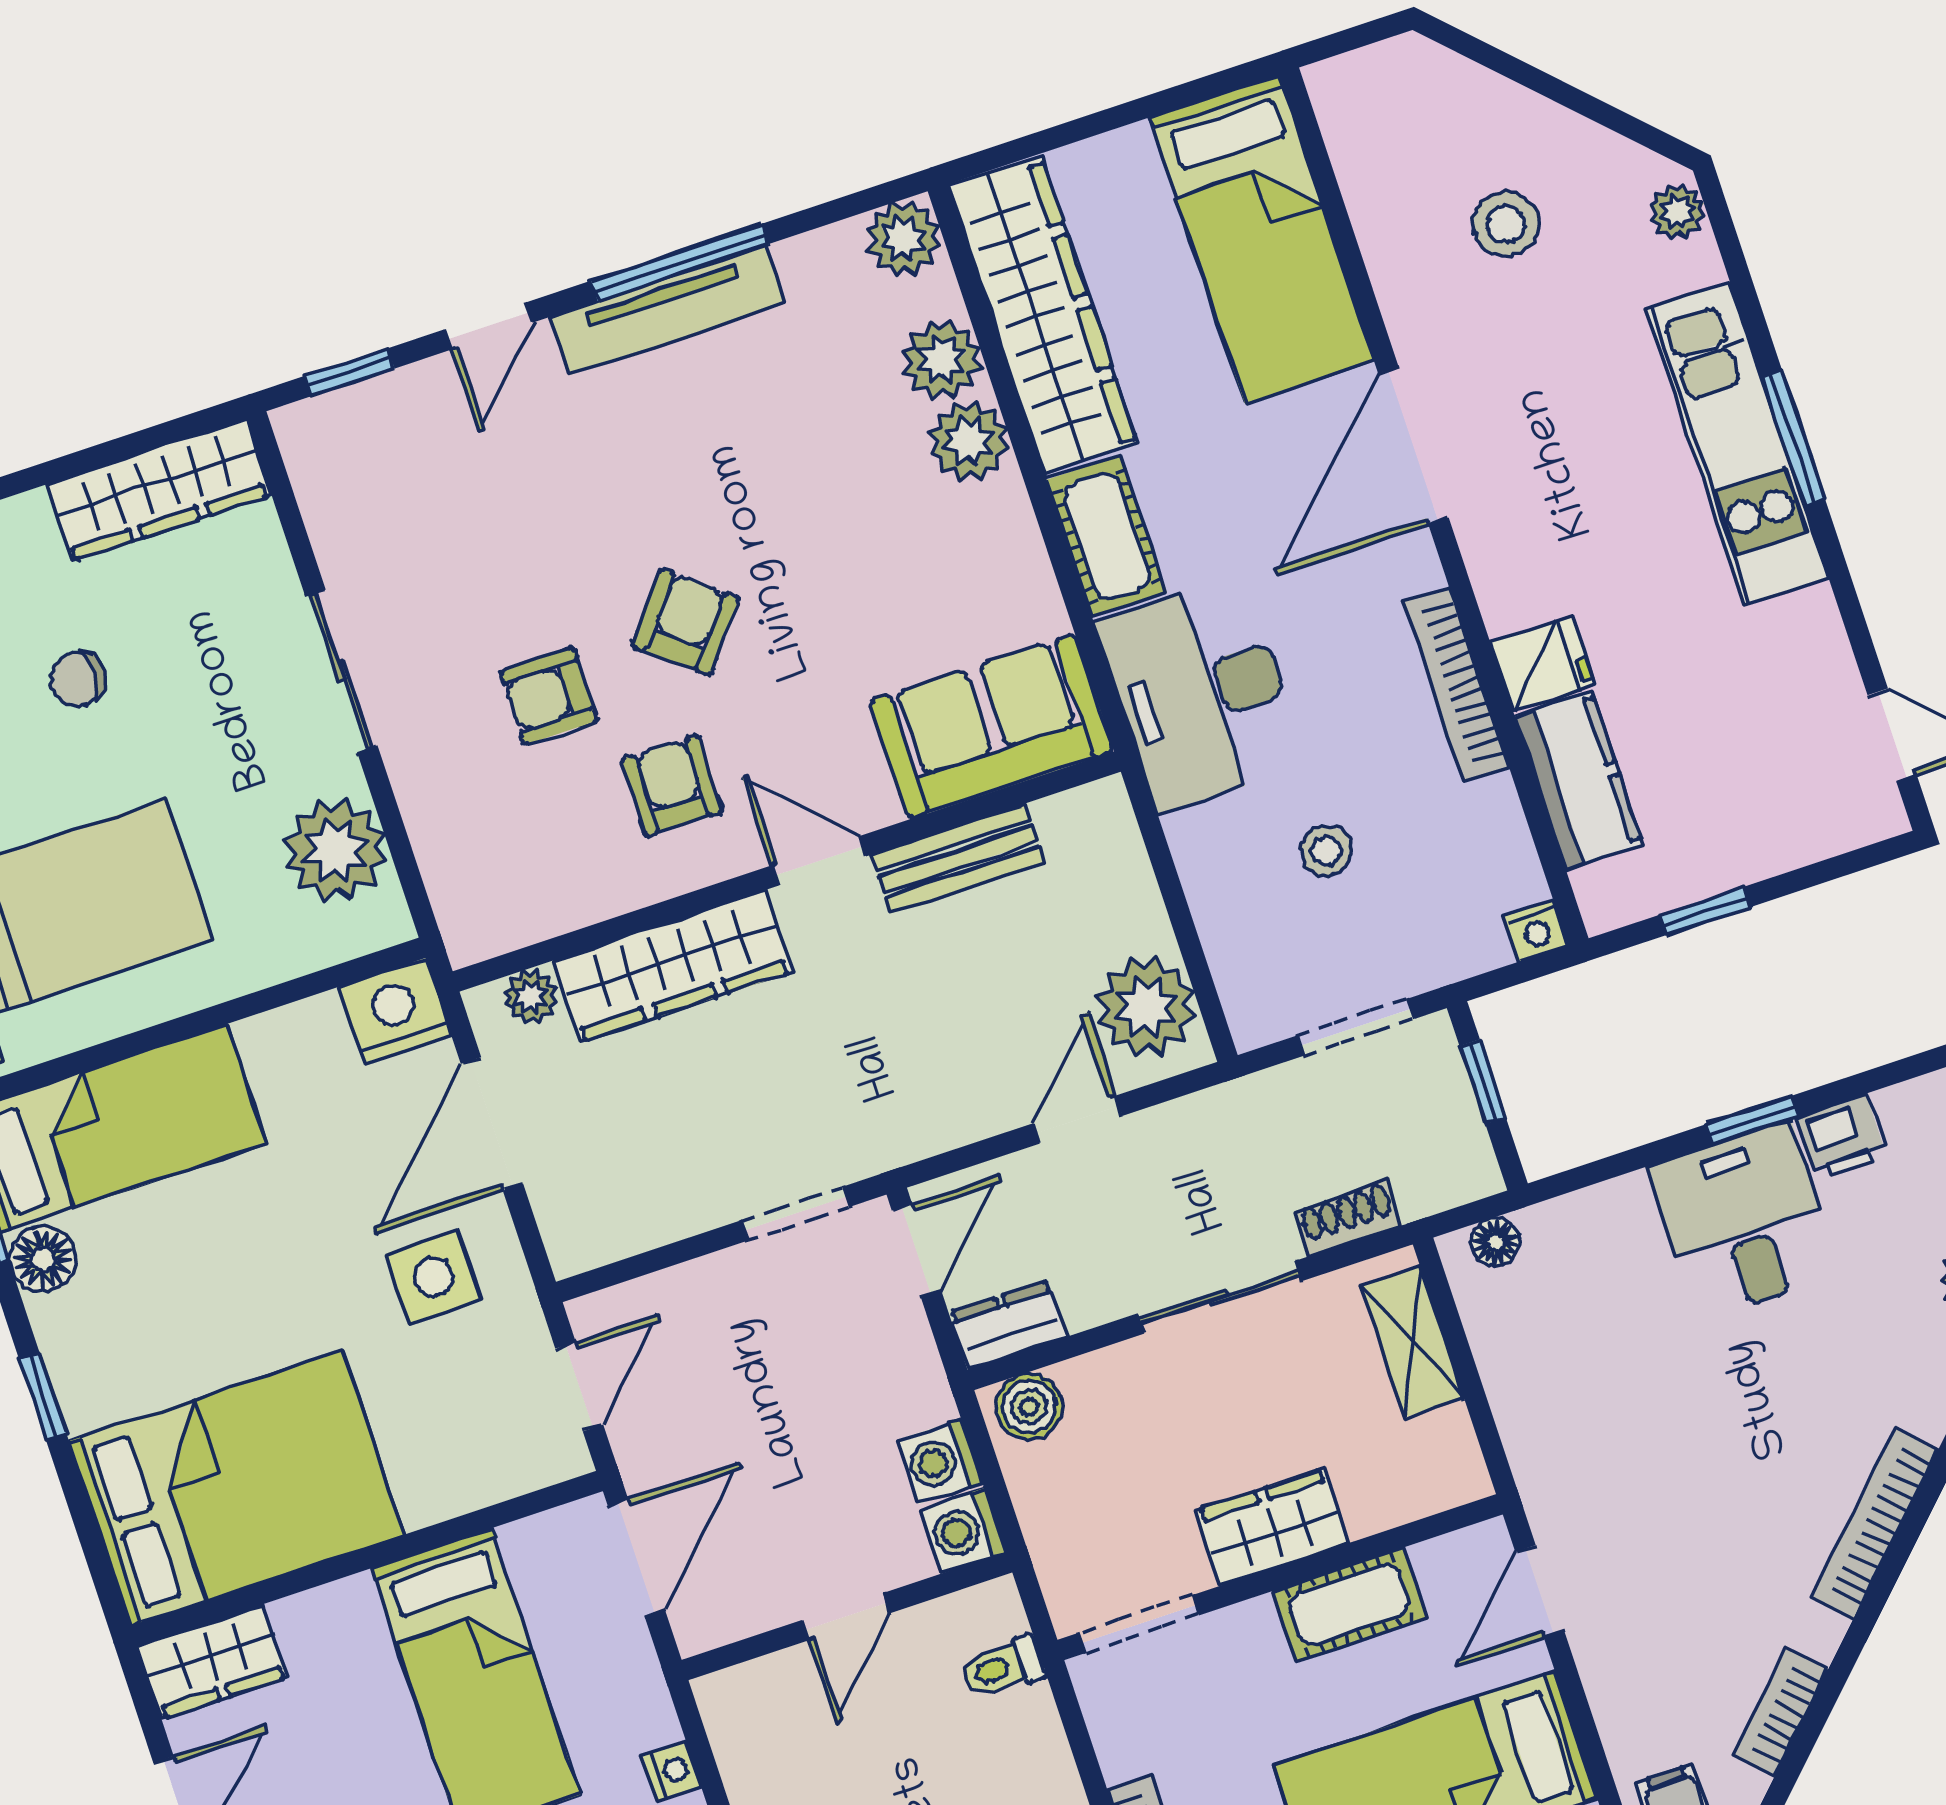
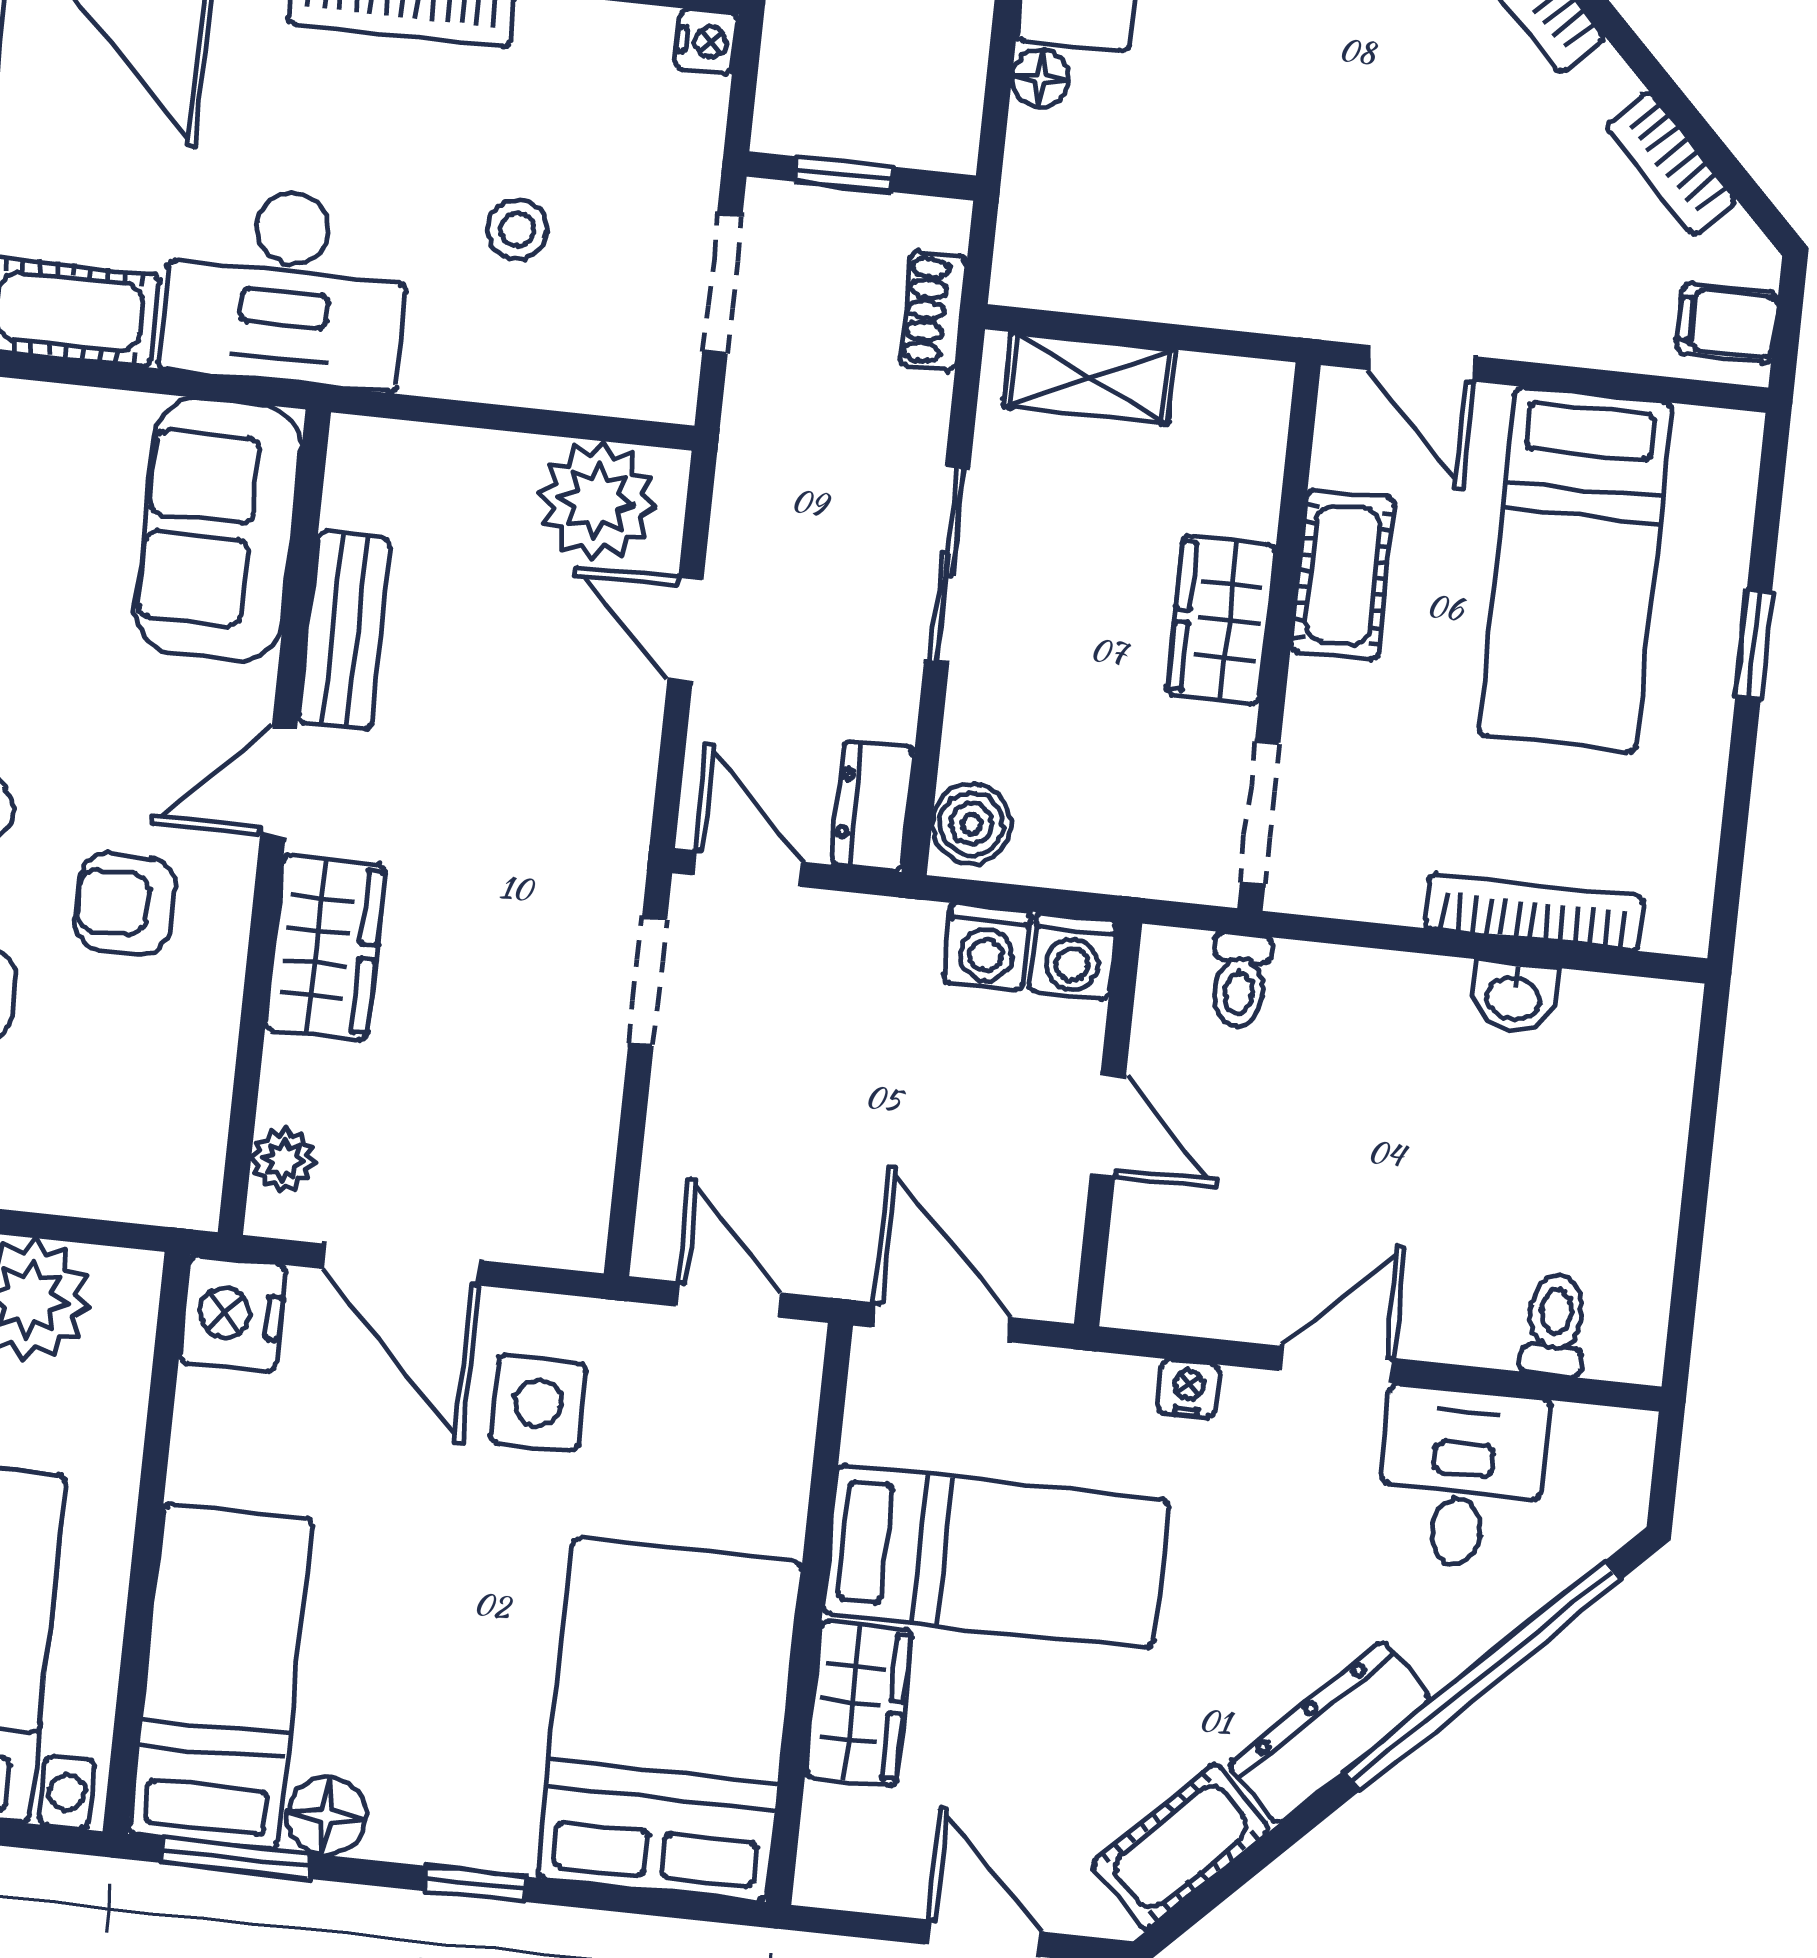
wardrobe: (673, 966) -> (325, 947), width x0.67
shoe rack: (1348, 1218) -> (933, 311), moved
floor lamp: (1495, 1242) -> (1040, 78), moved
wardrobe: (213, 1662) -> (859, 1703), moved

